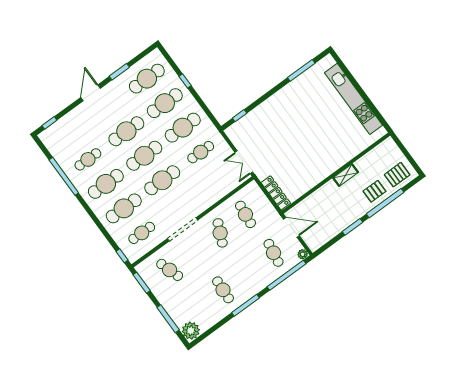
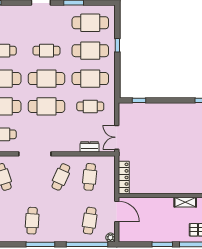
cafe table: (126, 131) -> (46, 51), width x0.73, depth x0.74
dresser: (226, 188) -> (89, 147), added

